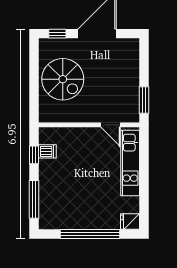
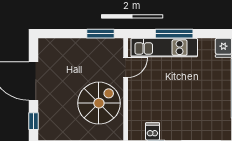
spiral stairs: (63, 79) -> (99, 103), moved
window: (144, 173) -> (174, 34), added

